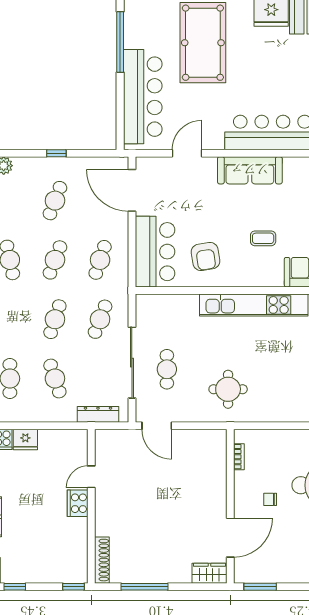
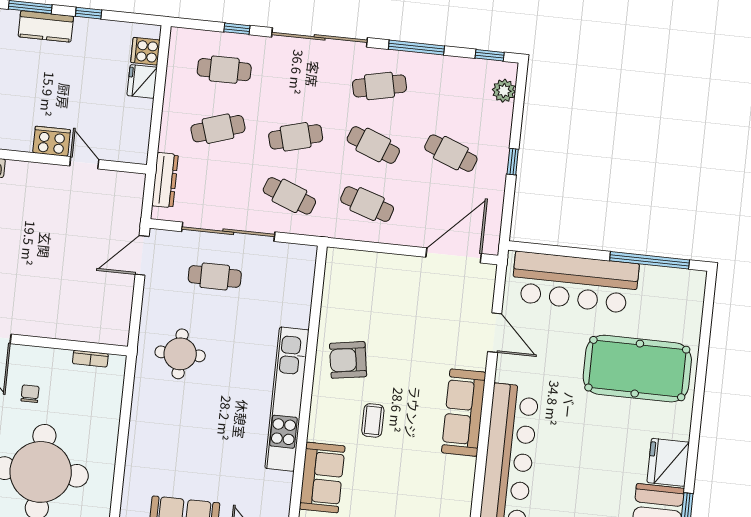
bar counter: (155, 252) -> (370, 277), removed
armchair: (205, 257) -> (348, 360), moved
cafe table: (55, 319) -> (296, 137), turned -33

